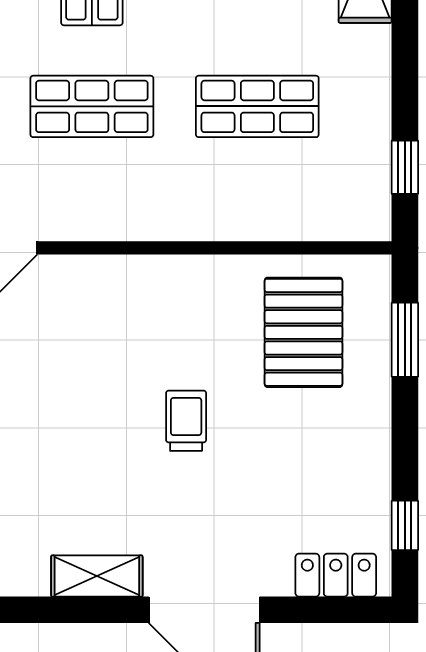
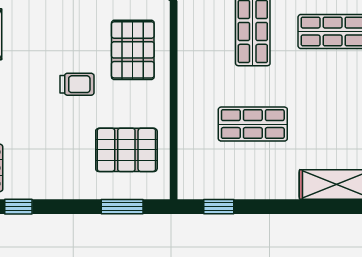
shop shelf: (257, 106) -> (253, 124), turned 90
pallet: (125, 321) -> (133, 50), added

